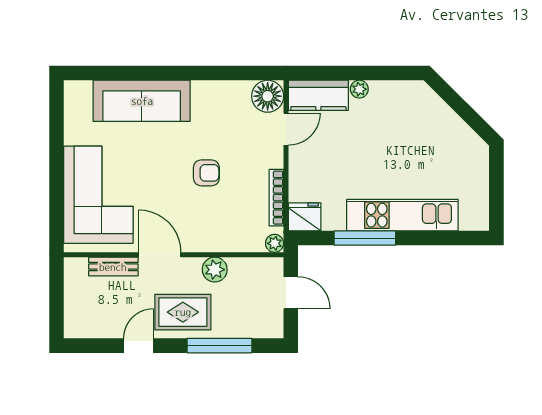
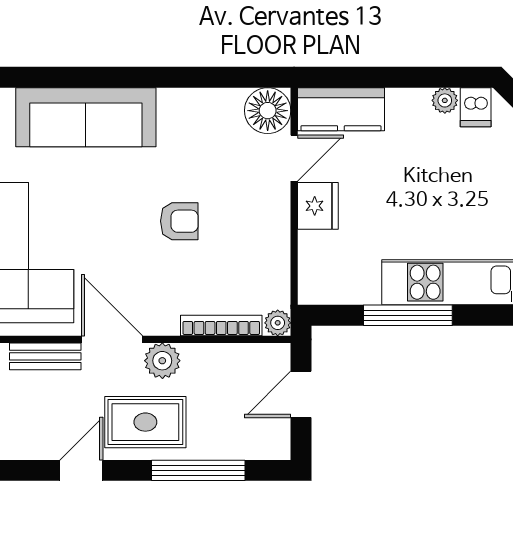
plant: (359, 89) -> (445, 100), moved
dishwasher: (412, 94) -> (476, 107), added
bookcase: (276, 198) -> (221, 325), moved, turned 90
fridge: (305, 217) -> (318, 206), moved, turned 90
plant: (215, 270) -> (162, 361), moved
door: (291, 293) -> (301, 394), swing flipped

